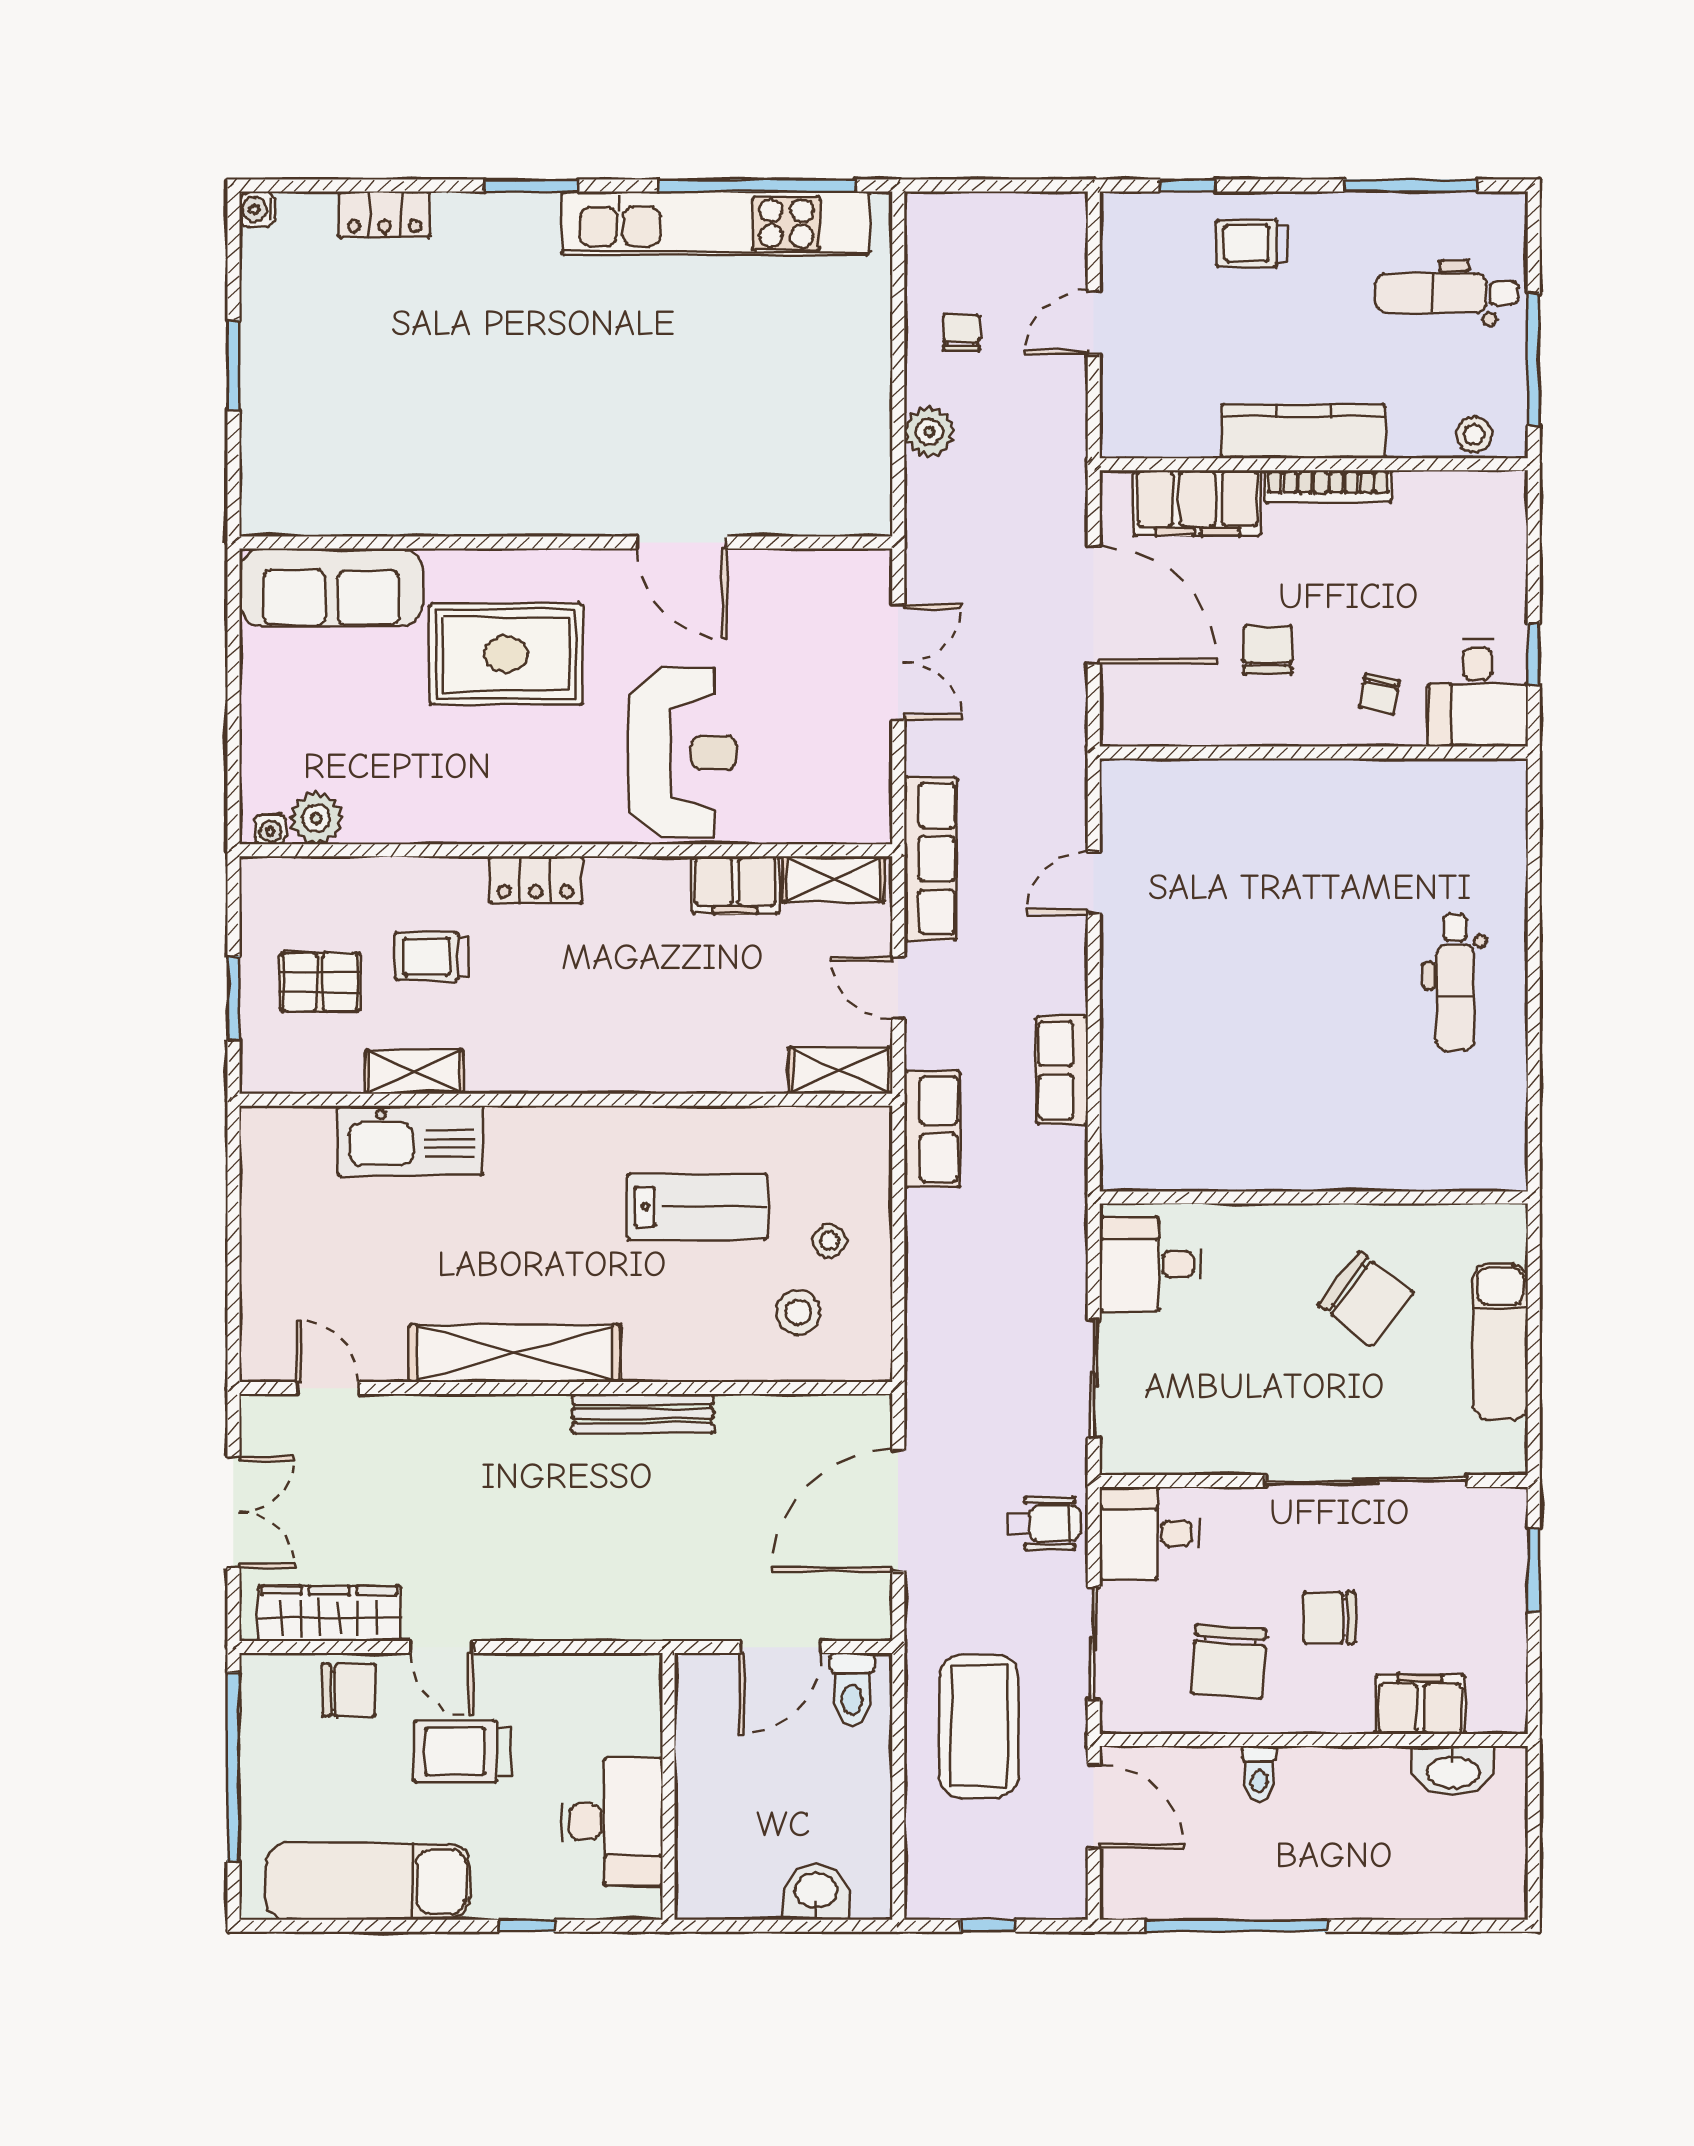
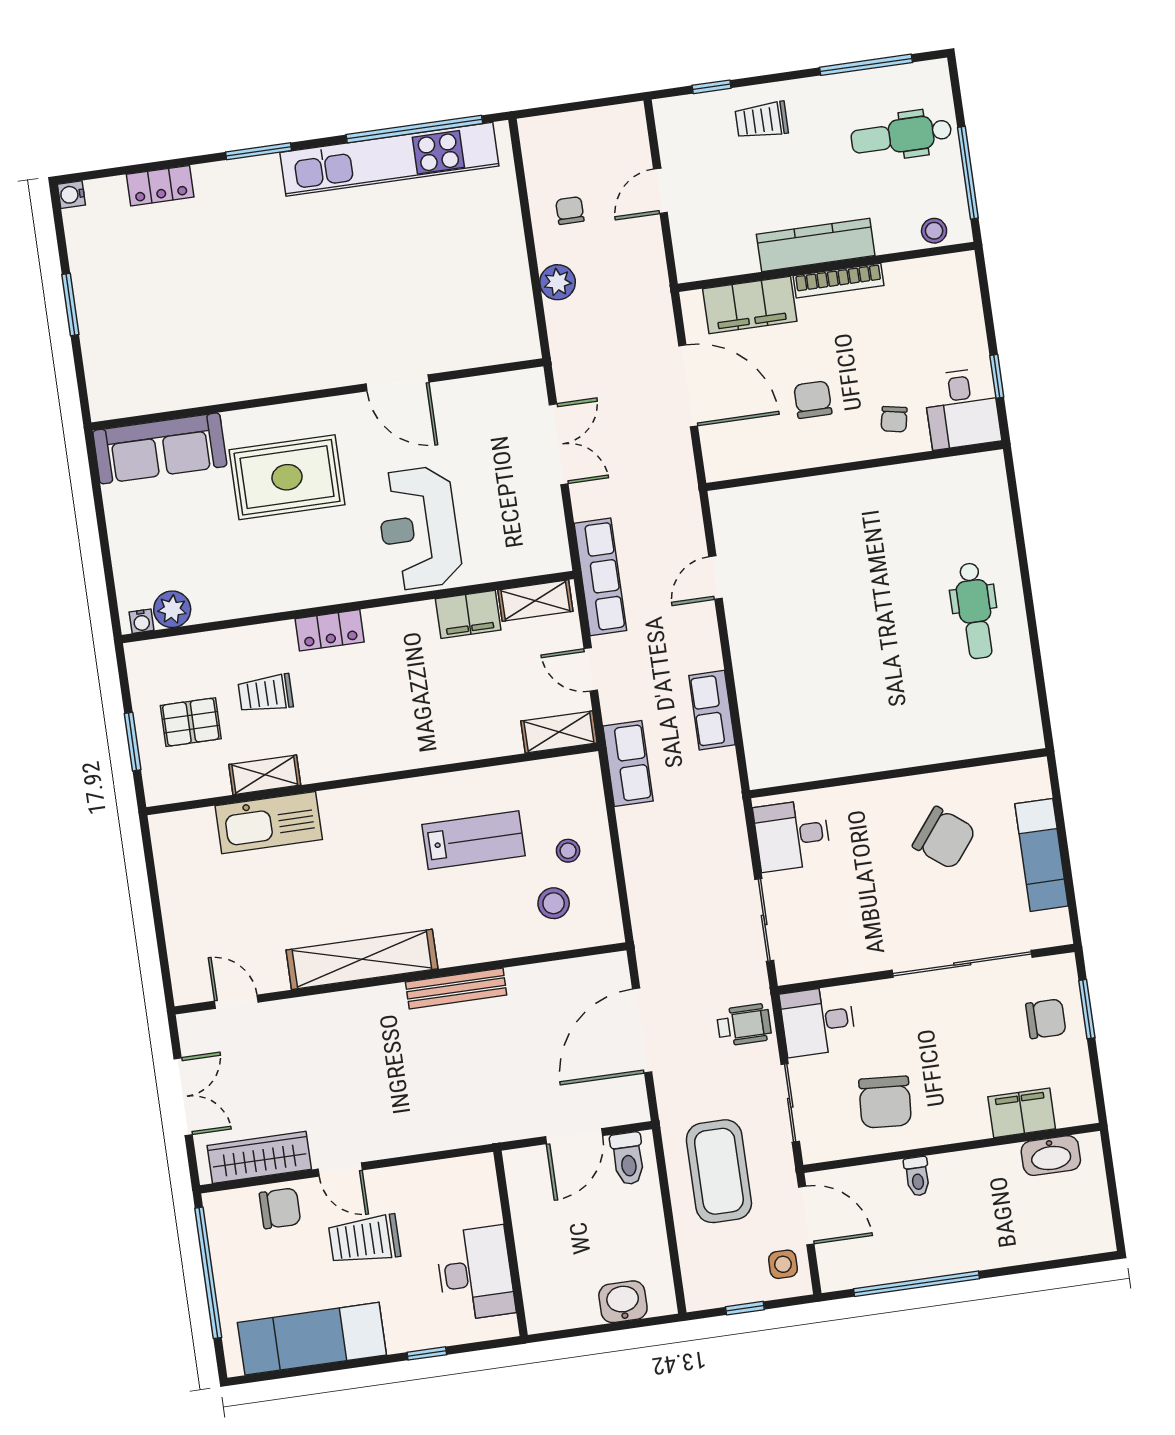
reception desk: (683, 753) -> (419, 528), turned 180
chair: (1329, 1618) -> (1046, 1019), moved, turned 180
side table: (1051, 1871) -> (783, 1264), added

